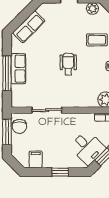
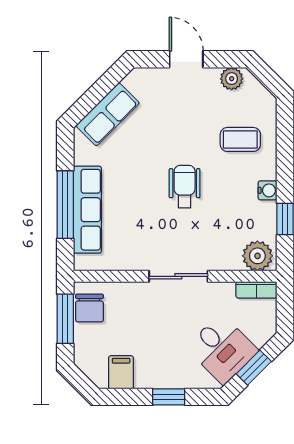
row of seats: (18, 69) -> (87, 210), width x1.48
sliding door: (47, 110) -> (178, 276), moved

